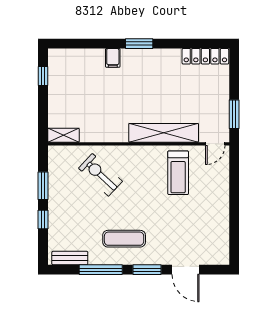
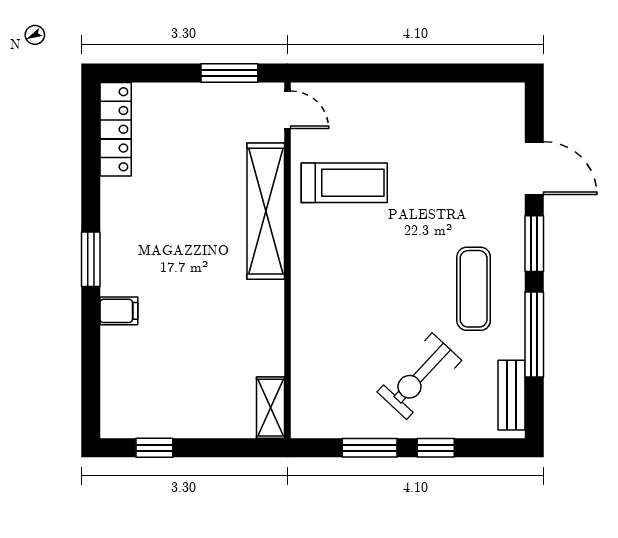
exercise bike: (100, 175) -> (419, 376), moved
door: (186, 270) -> (534, 168), hinge flipped

